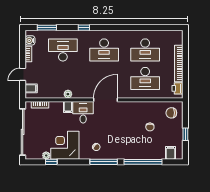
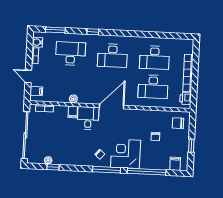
door: (23, 74) -> (28, 76), hinge flipped
corner desk: (65, 145) -> (126, 154), moved

